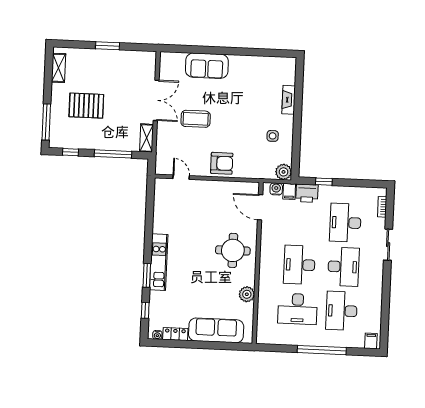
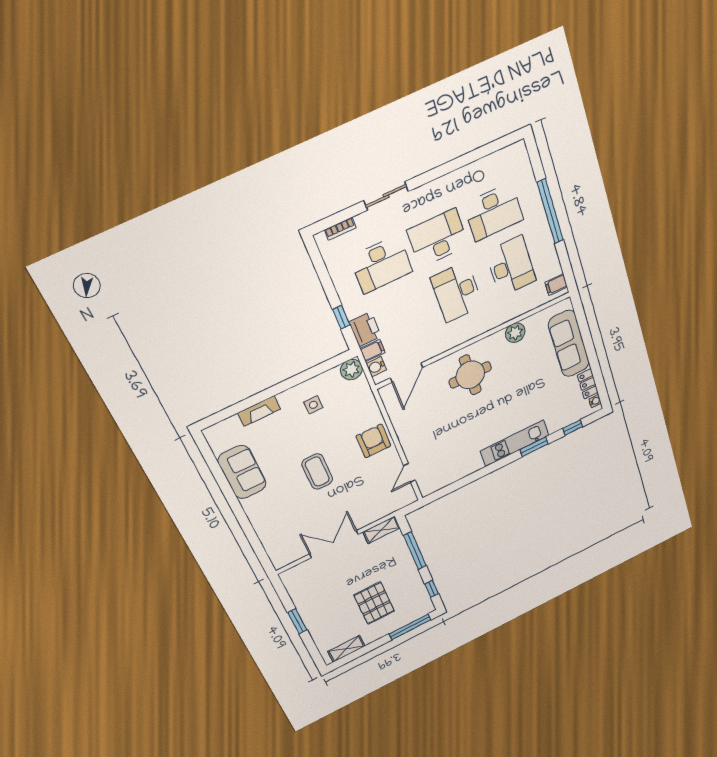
sofa: (207, 66) -> (242, 472), moved
coffee table: (196, 119) -> (317, 472), moved
desk: (299, 265) -> (457, 292), turned 90
filing cabinet: (371, 341) -> (556, 285), moved

